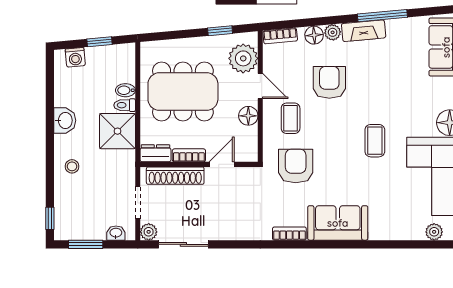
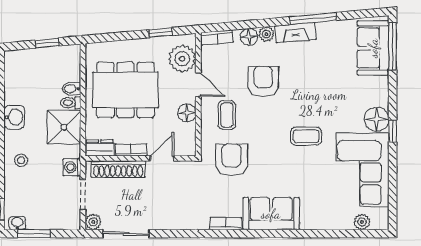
washing machine: (75, 57) -> (72, 167), moved, turned 95
coffee table: (375, 141) -> (306, 136), turned 90
washbasin: (116, 233) -> (17, 223), moved

